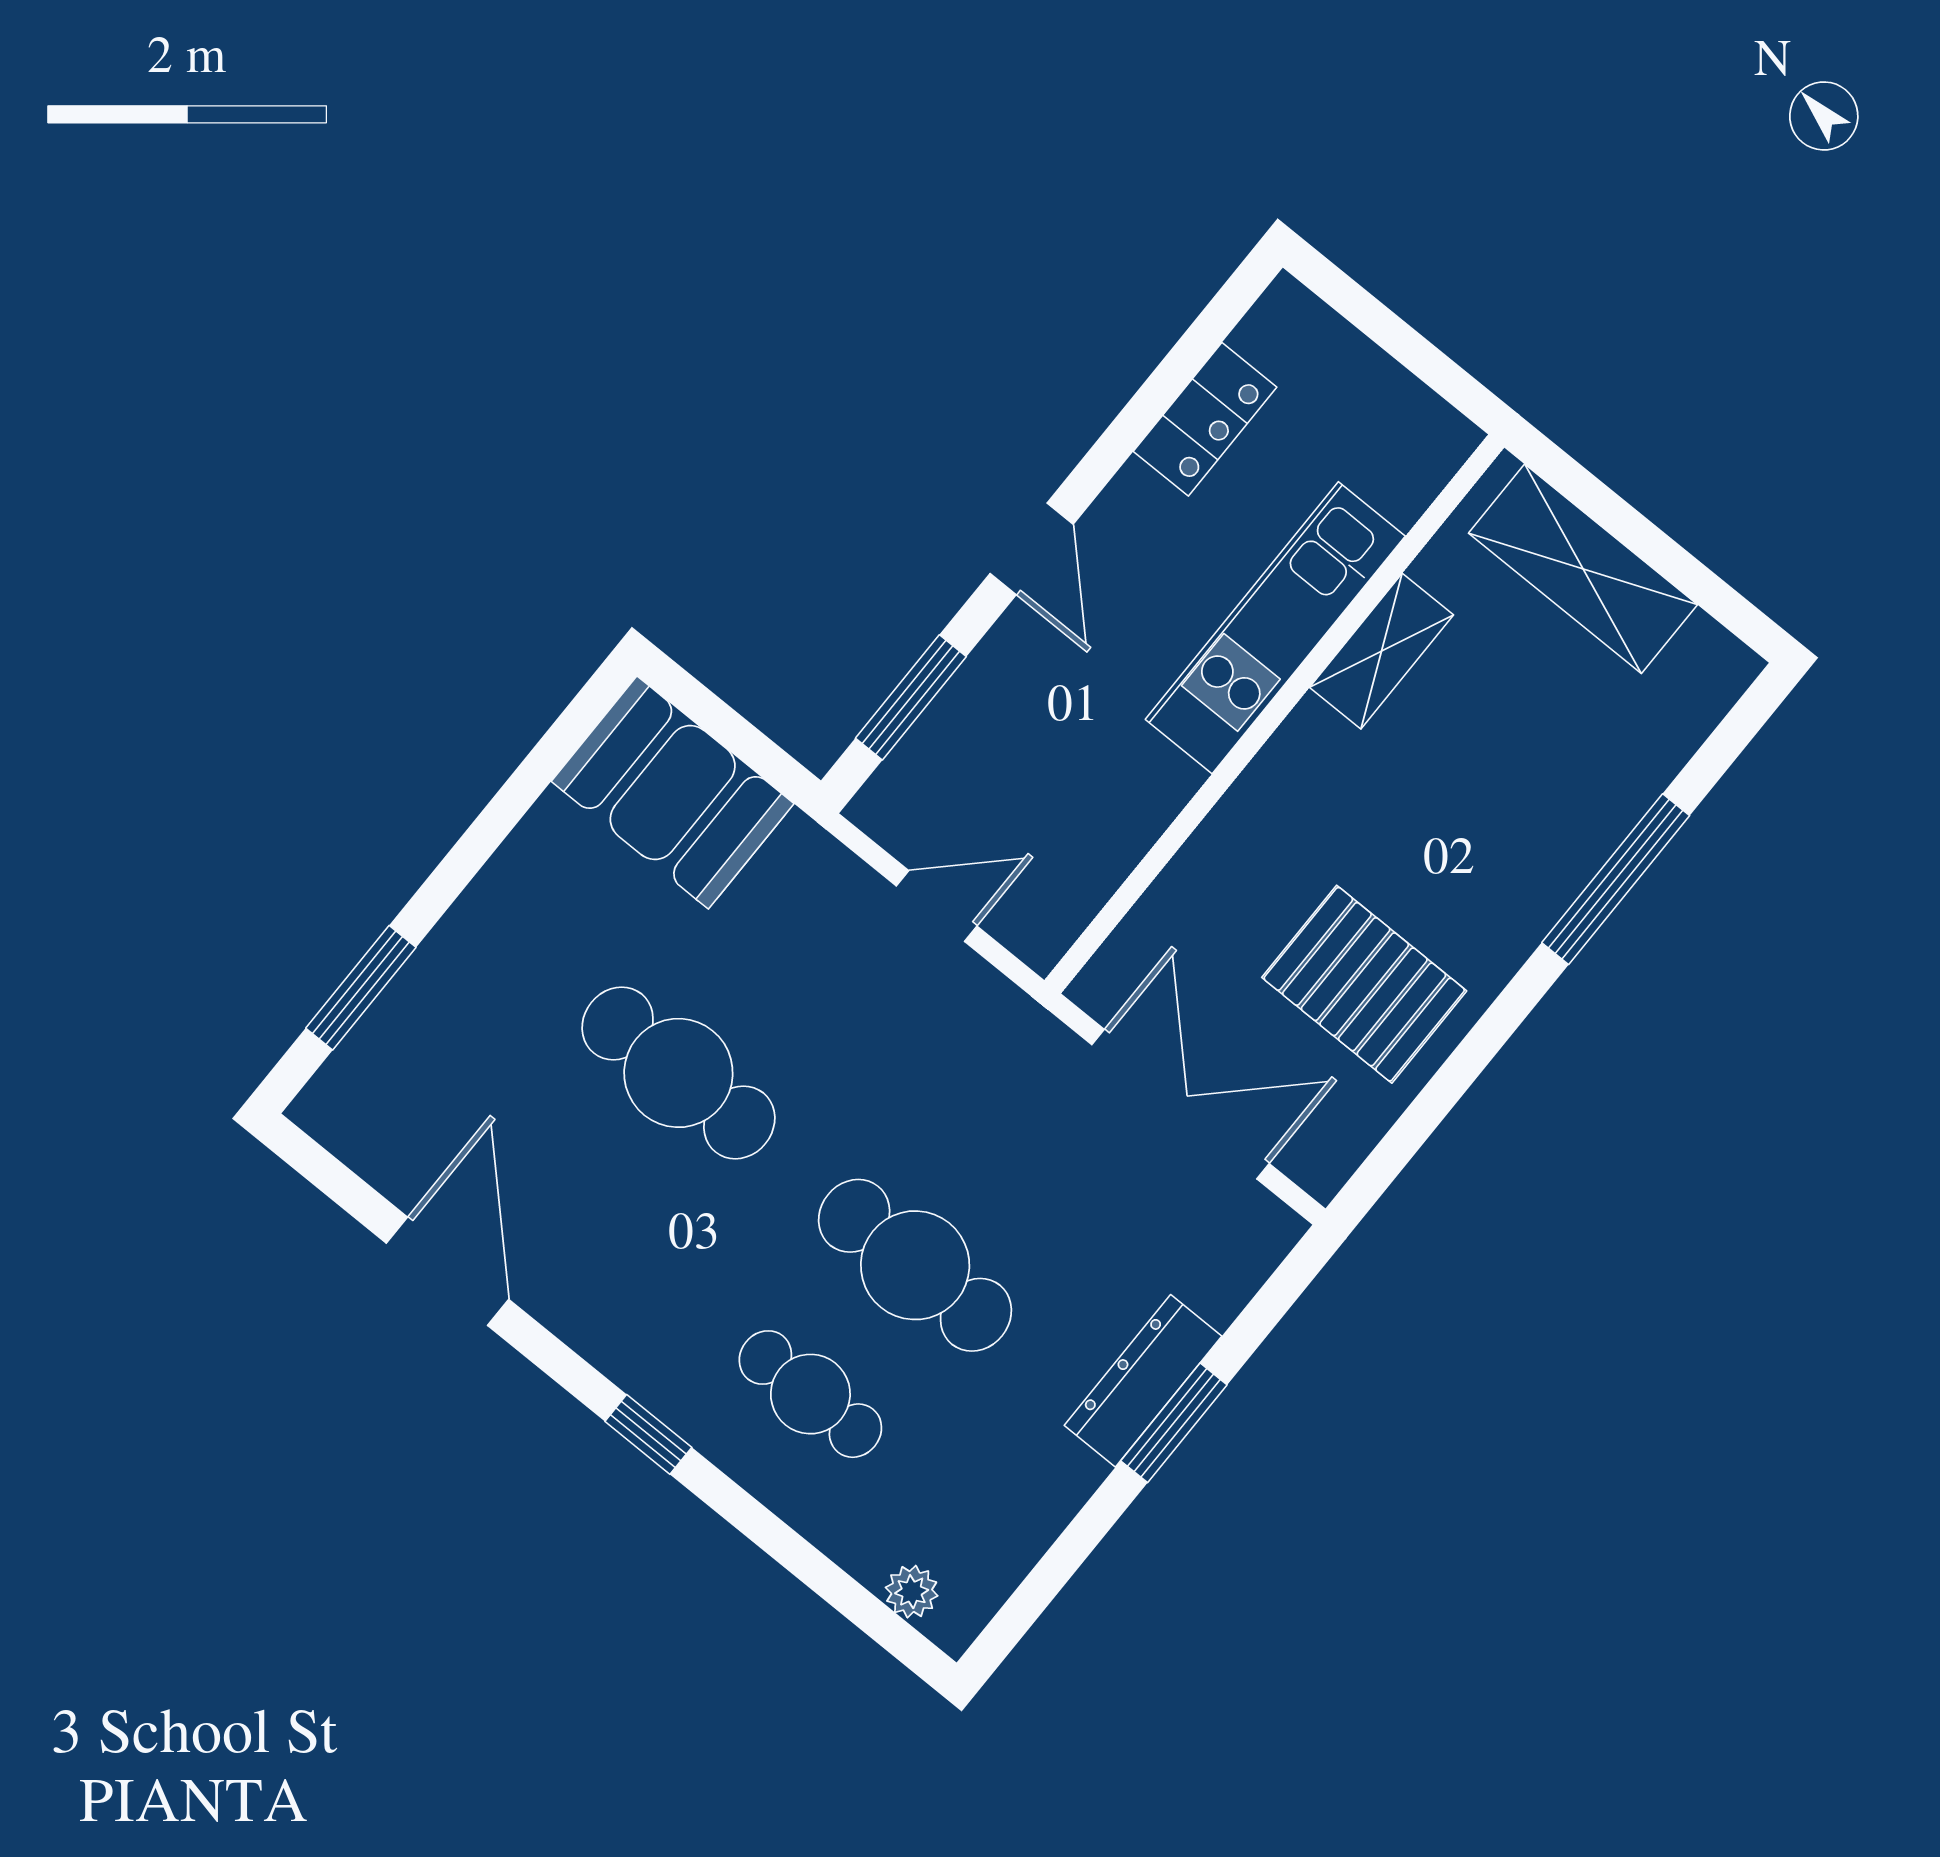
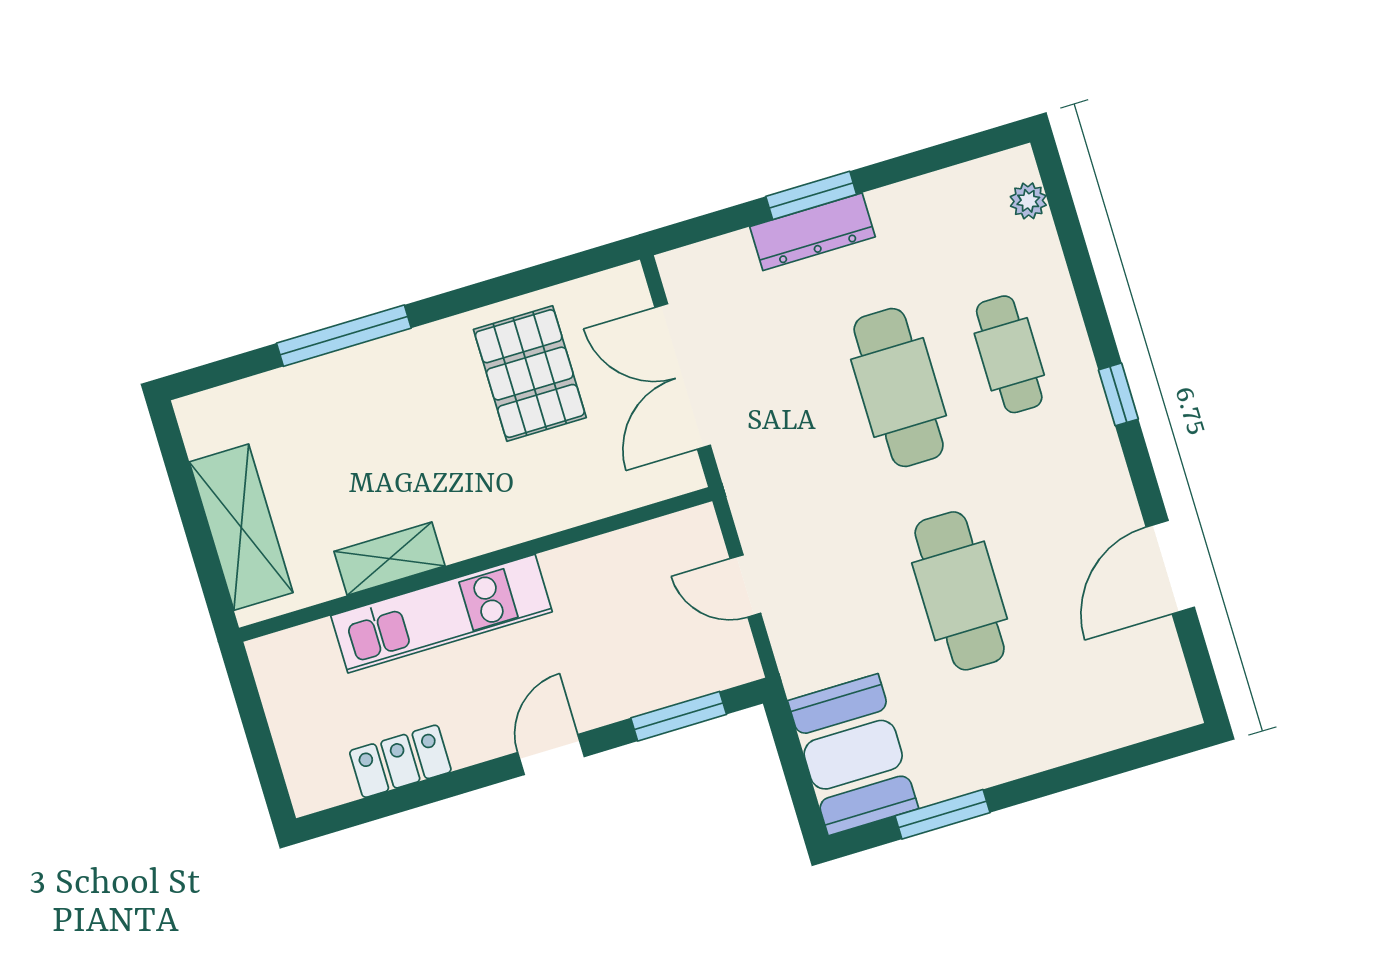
window: (361, 988) -> (943, 814), moved

